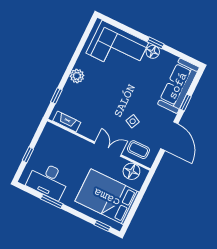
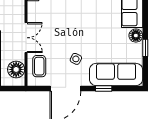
window: (156, 43) -> (145, 48), moved
side table: (133, 121) -> (76, 59), moved

